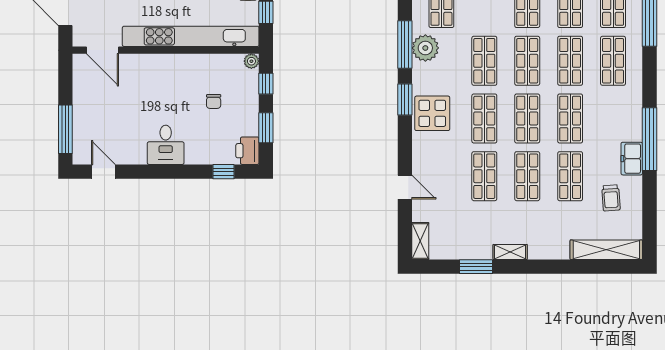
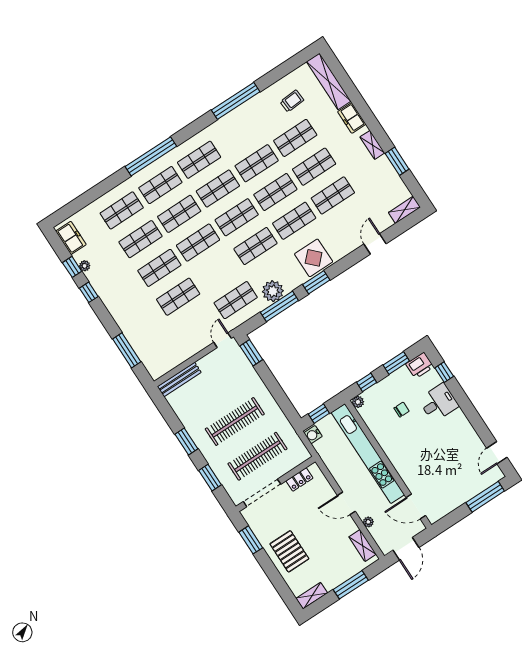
door: (102, 50) -> (416, 507), swing flipped
desk: (166, 145) -> (439, 403), moved
freezer: (632, 159) -> (352, 118), moved, turned 90

